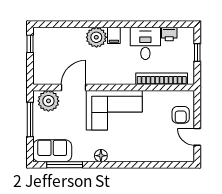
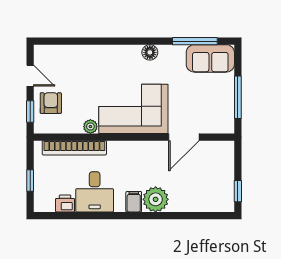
plant: (48, 101) -> (90, 127), moved, width x0.53, depth x0.53
window: (197, 108) -> (30, 112), added

